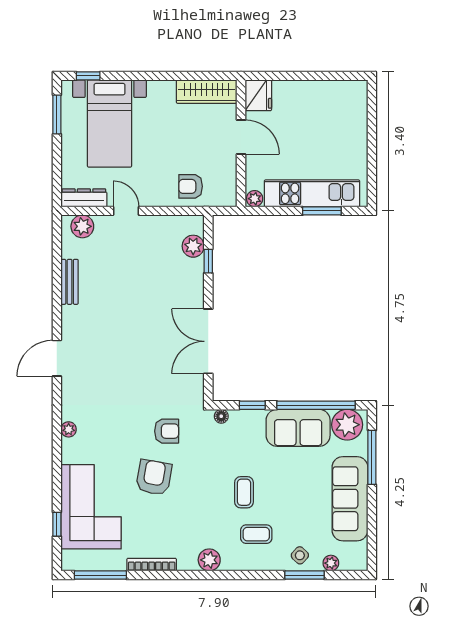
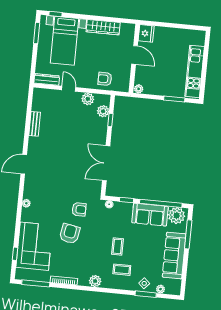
wardrobe: (207, 92) -> (103, 27), moved
kitchen unit: (312, 193) -> (195, 71), moved, turned -90
plant: (82, 226) -> (88, 99), moved

